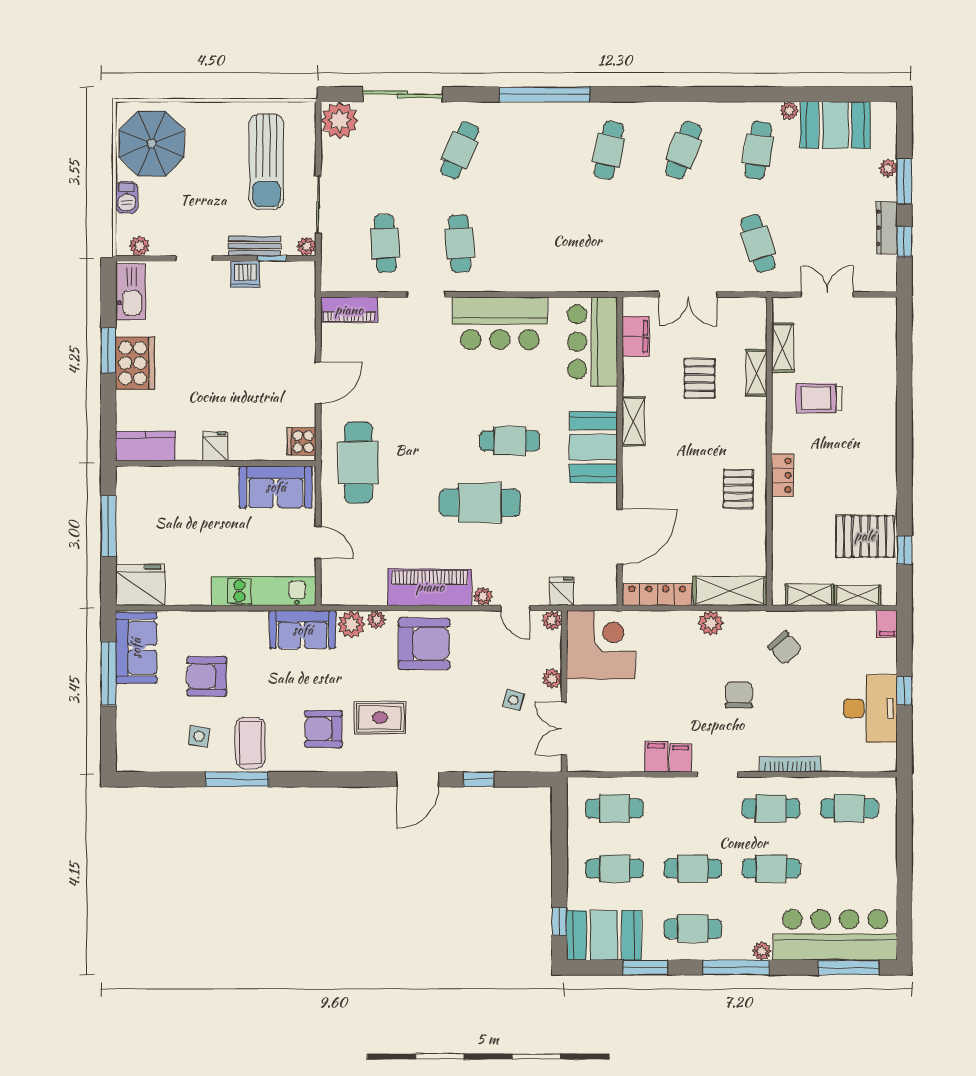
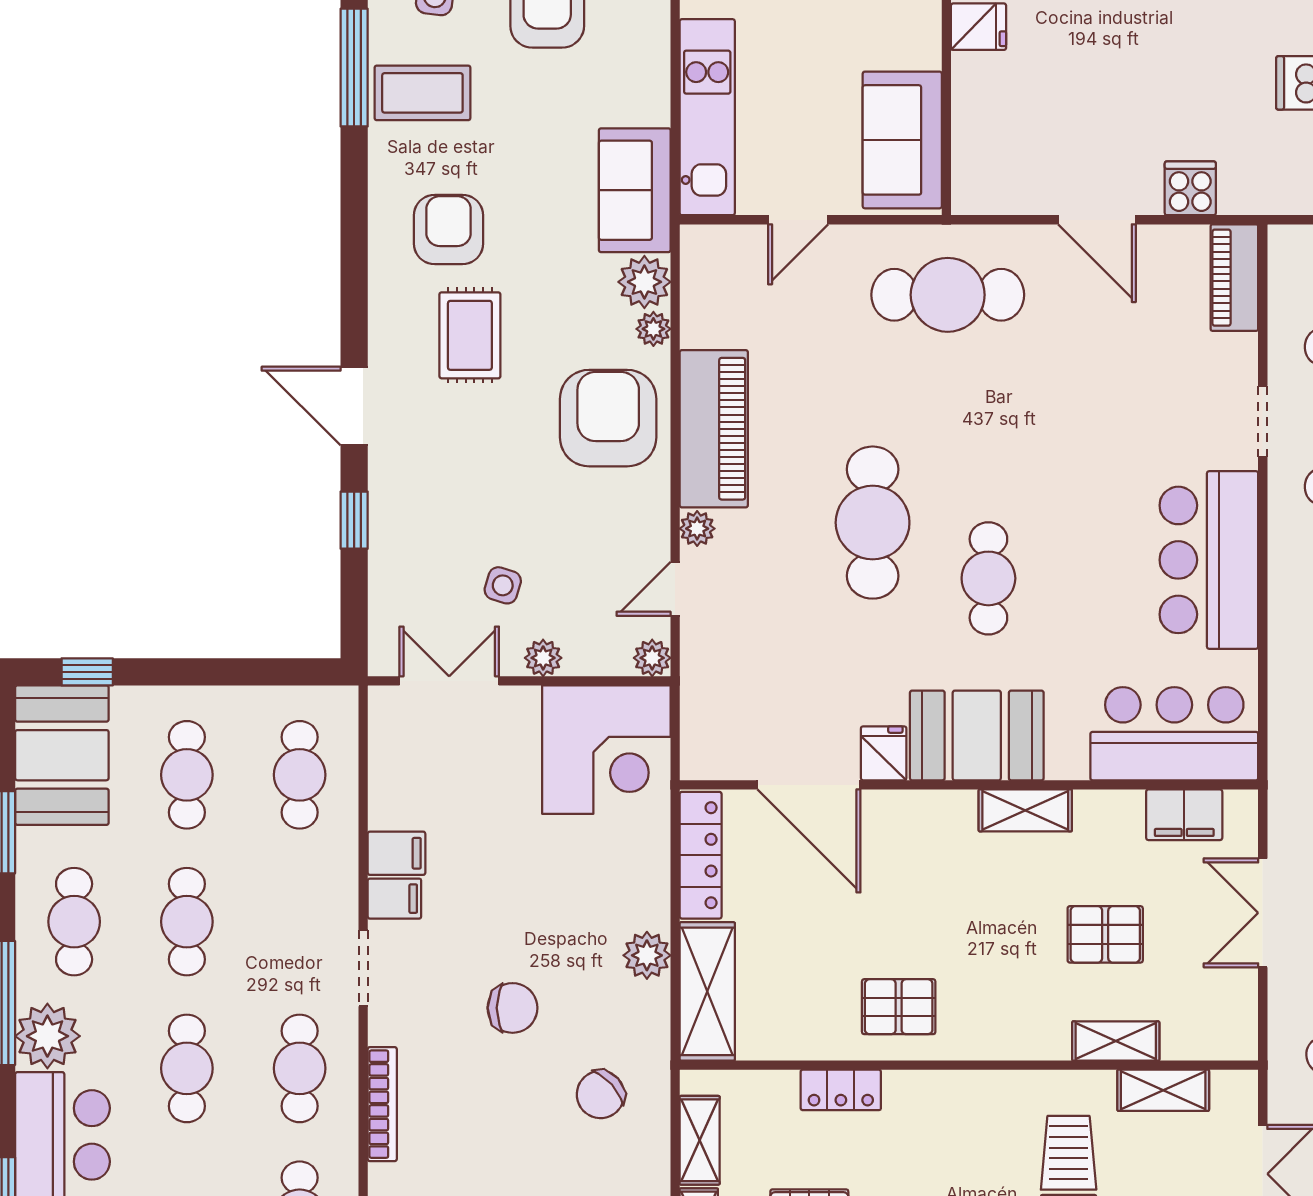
cooker: (301, 441) -> (1190, 188), moved
locker: (783, 475) -> (841, 1090), moved
fridge: (562, 591) -> (884, 753), moved, turned -90
armchair: (424, 644) -> (608, 418), turned 180
plant: (762, 951) -> (47, 1036), width x1.88, depth x1.88

